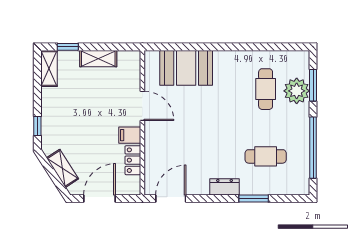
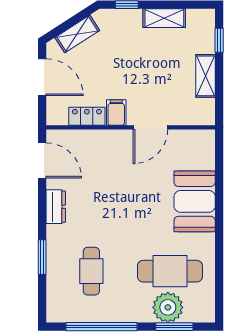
shelving: (49, 68) -> (164, 18), moved
booth: (186, 68) -> (195, 201), moved
cafe table: (266, 89) -> (170, 271), width x1.37, depth x1.35
dresser: (225, 187) -> (56, 207), moved

